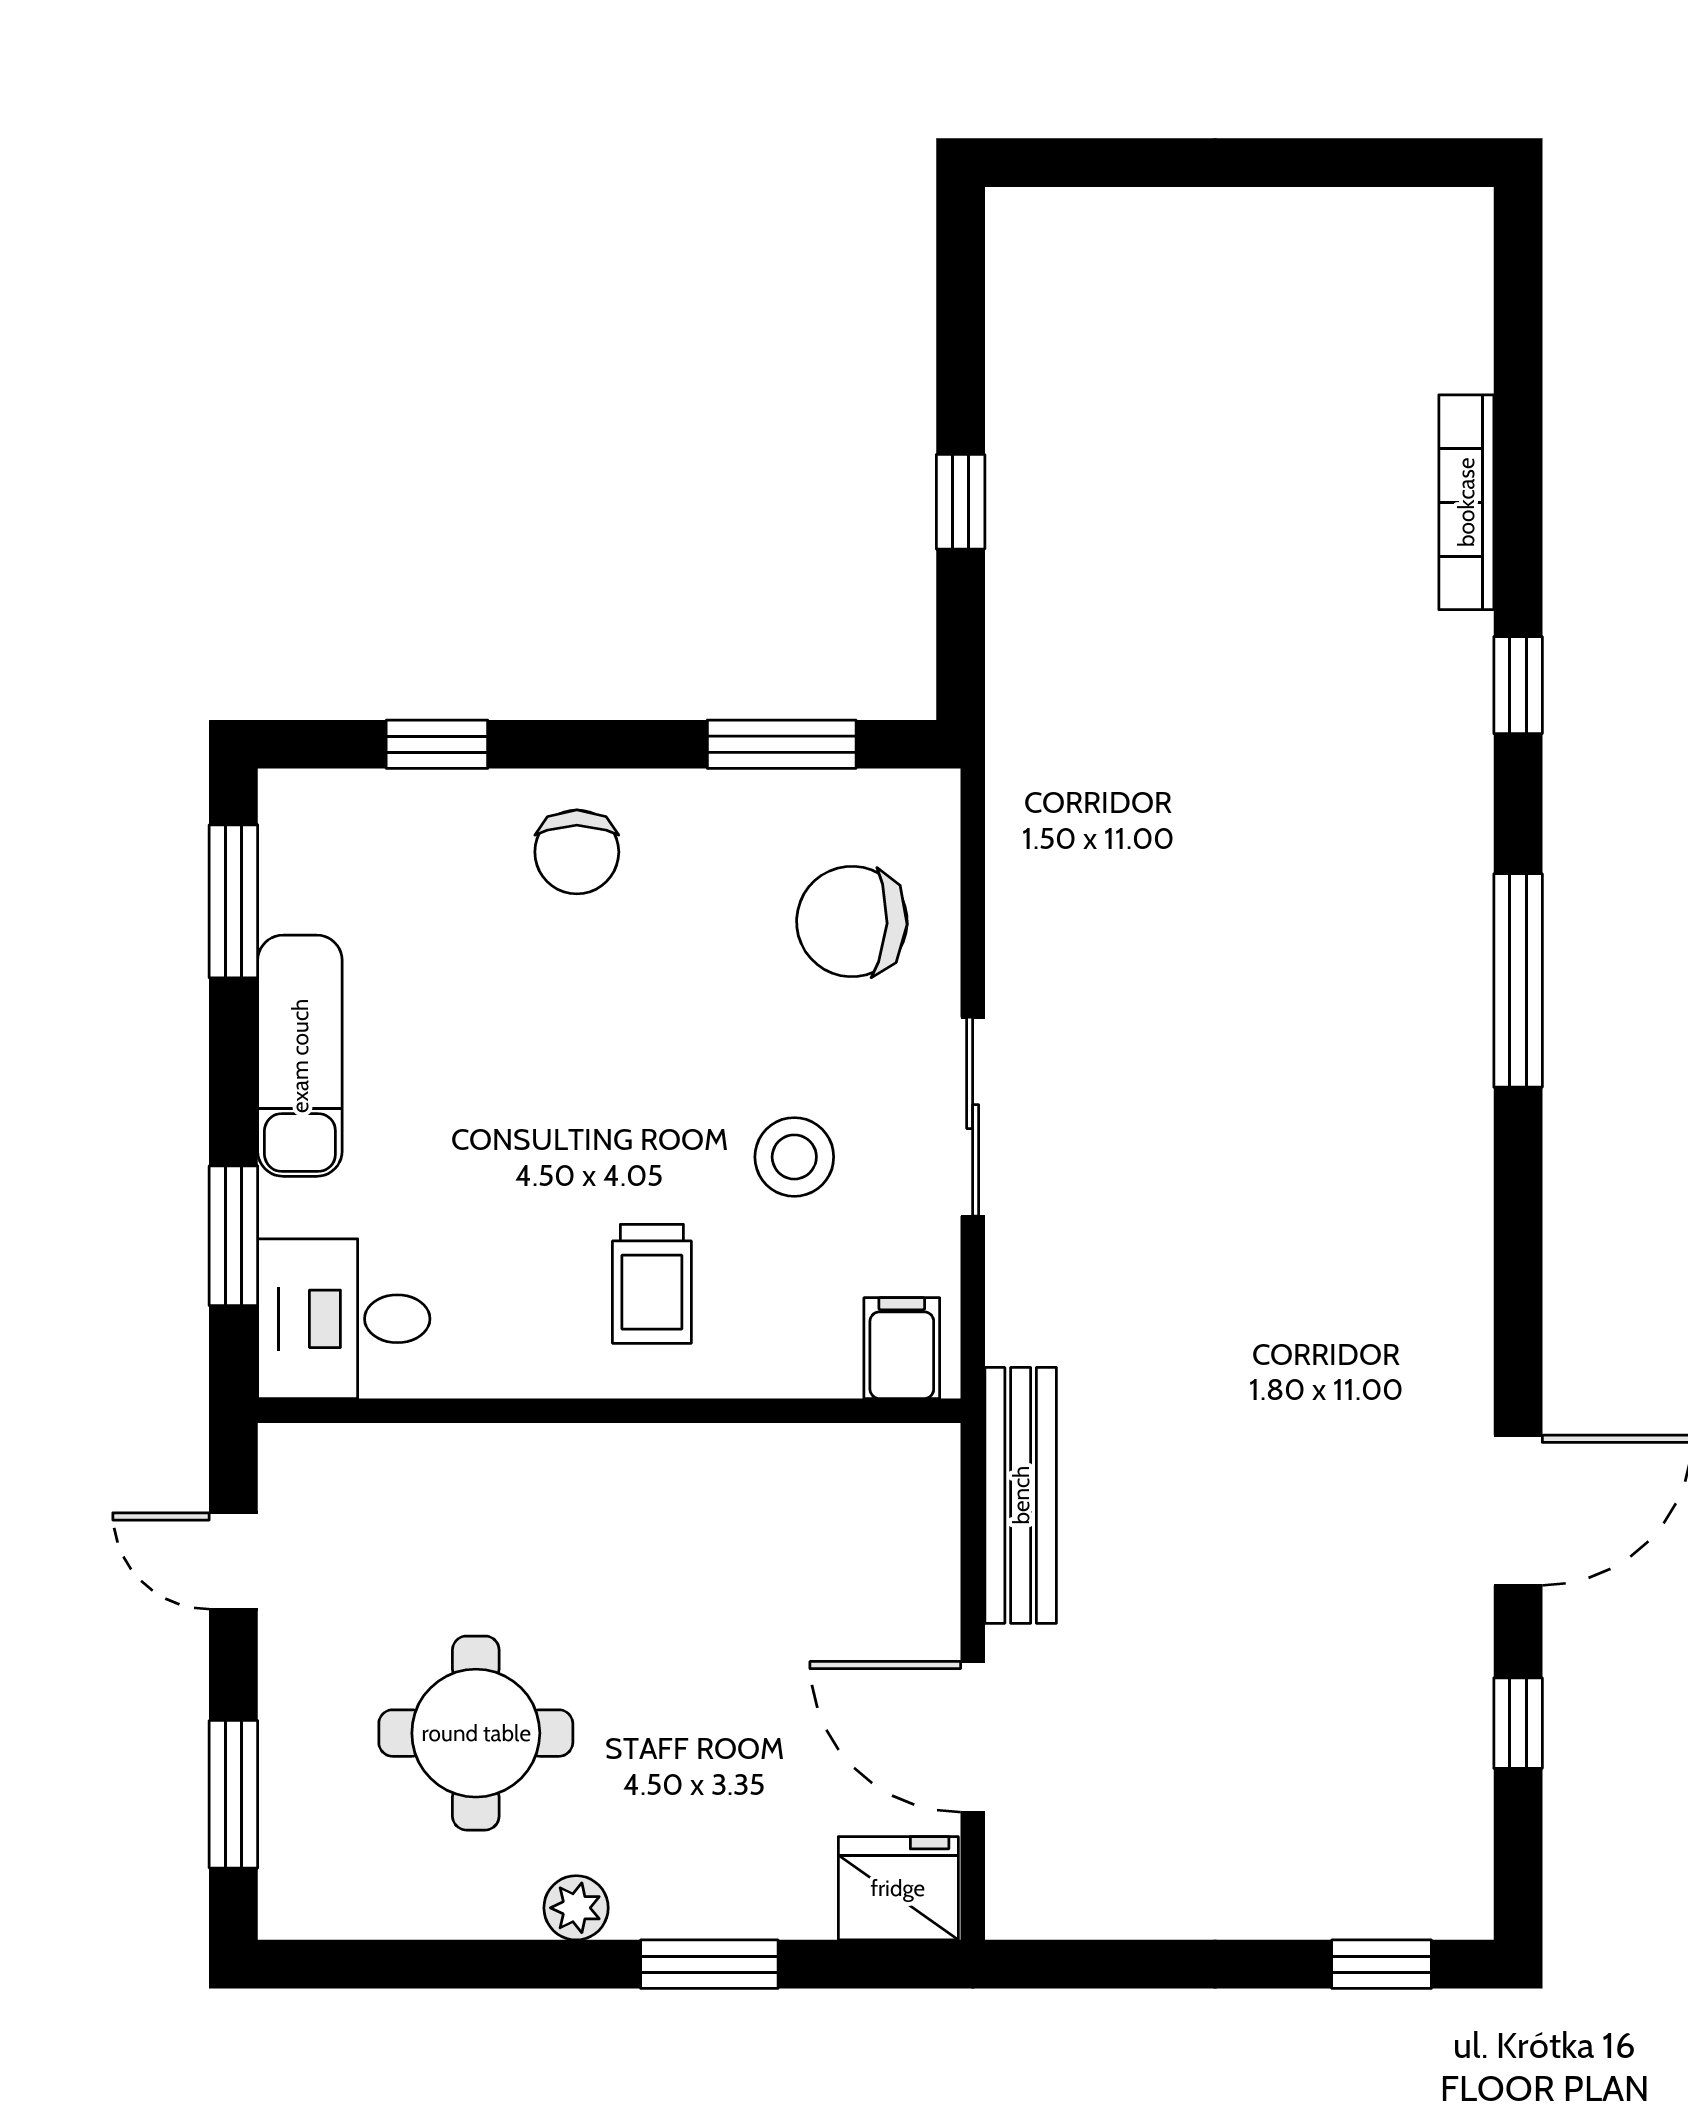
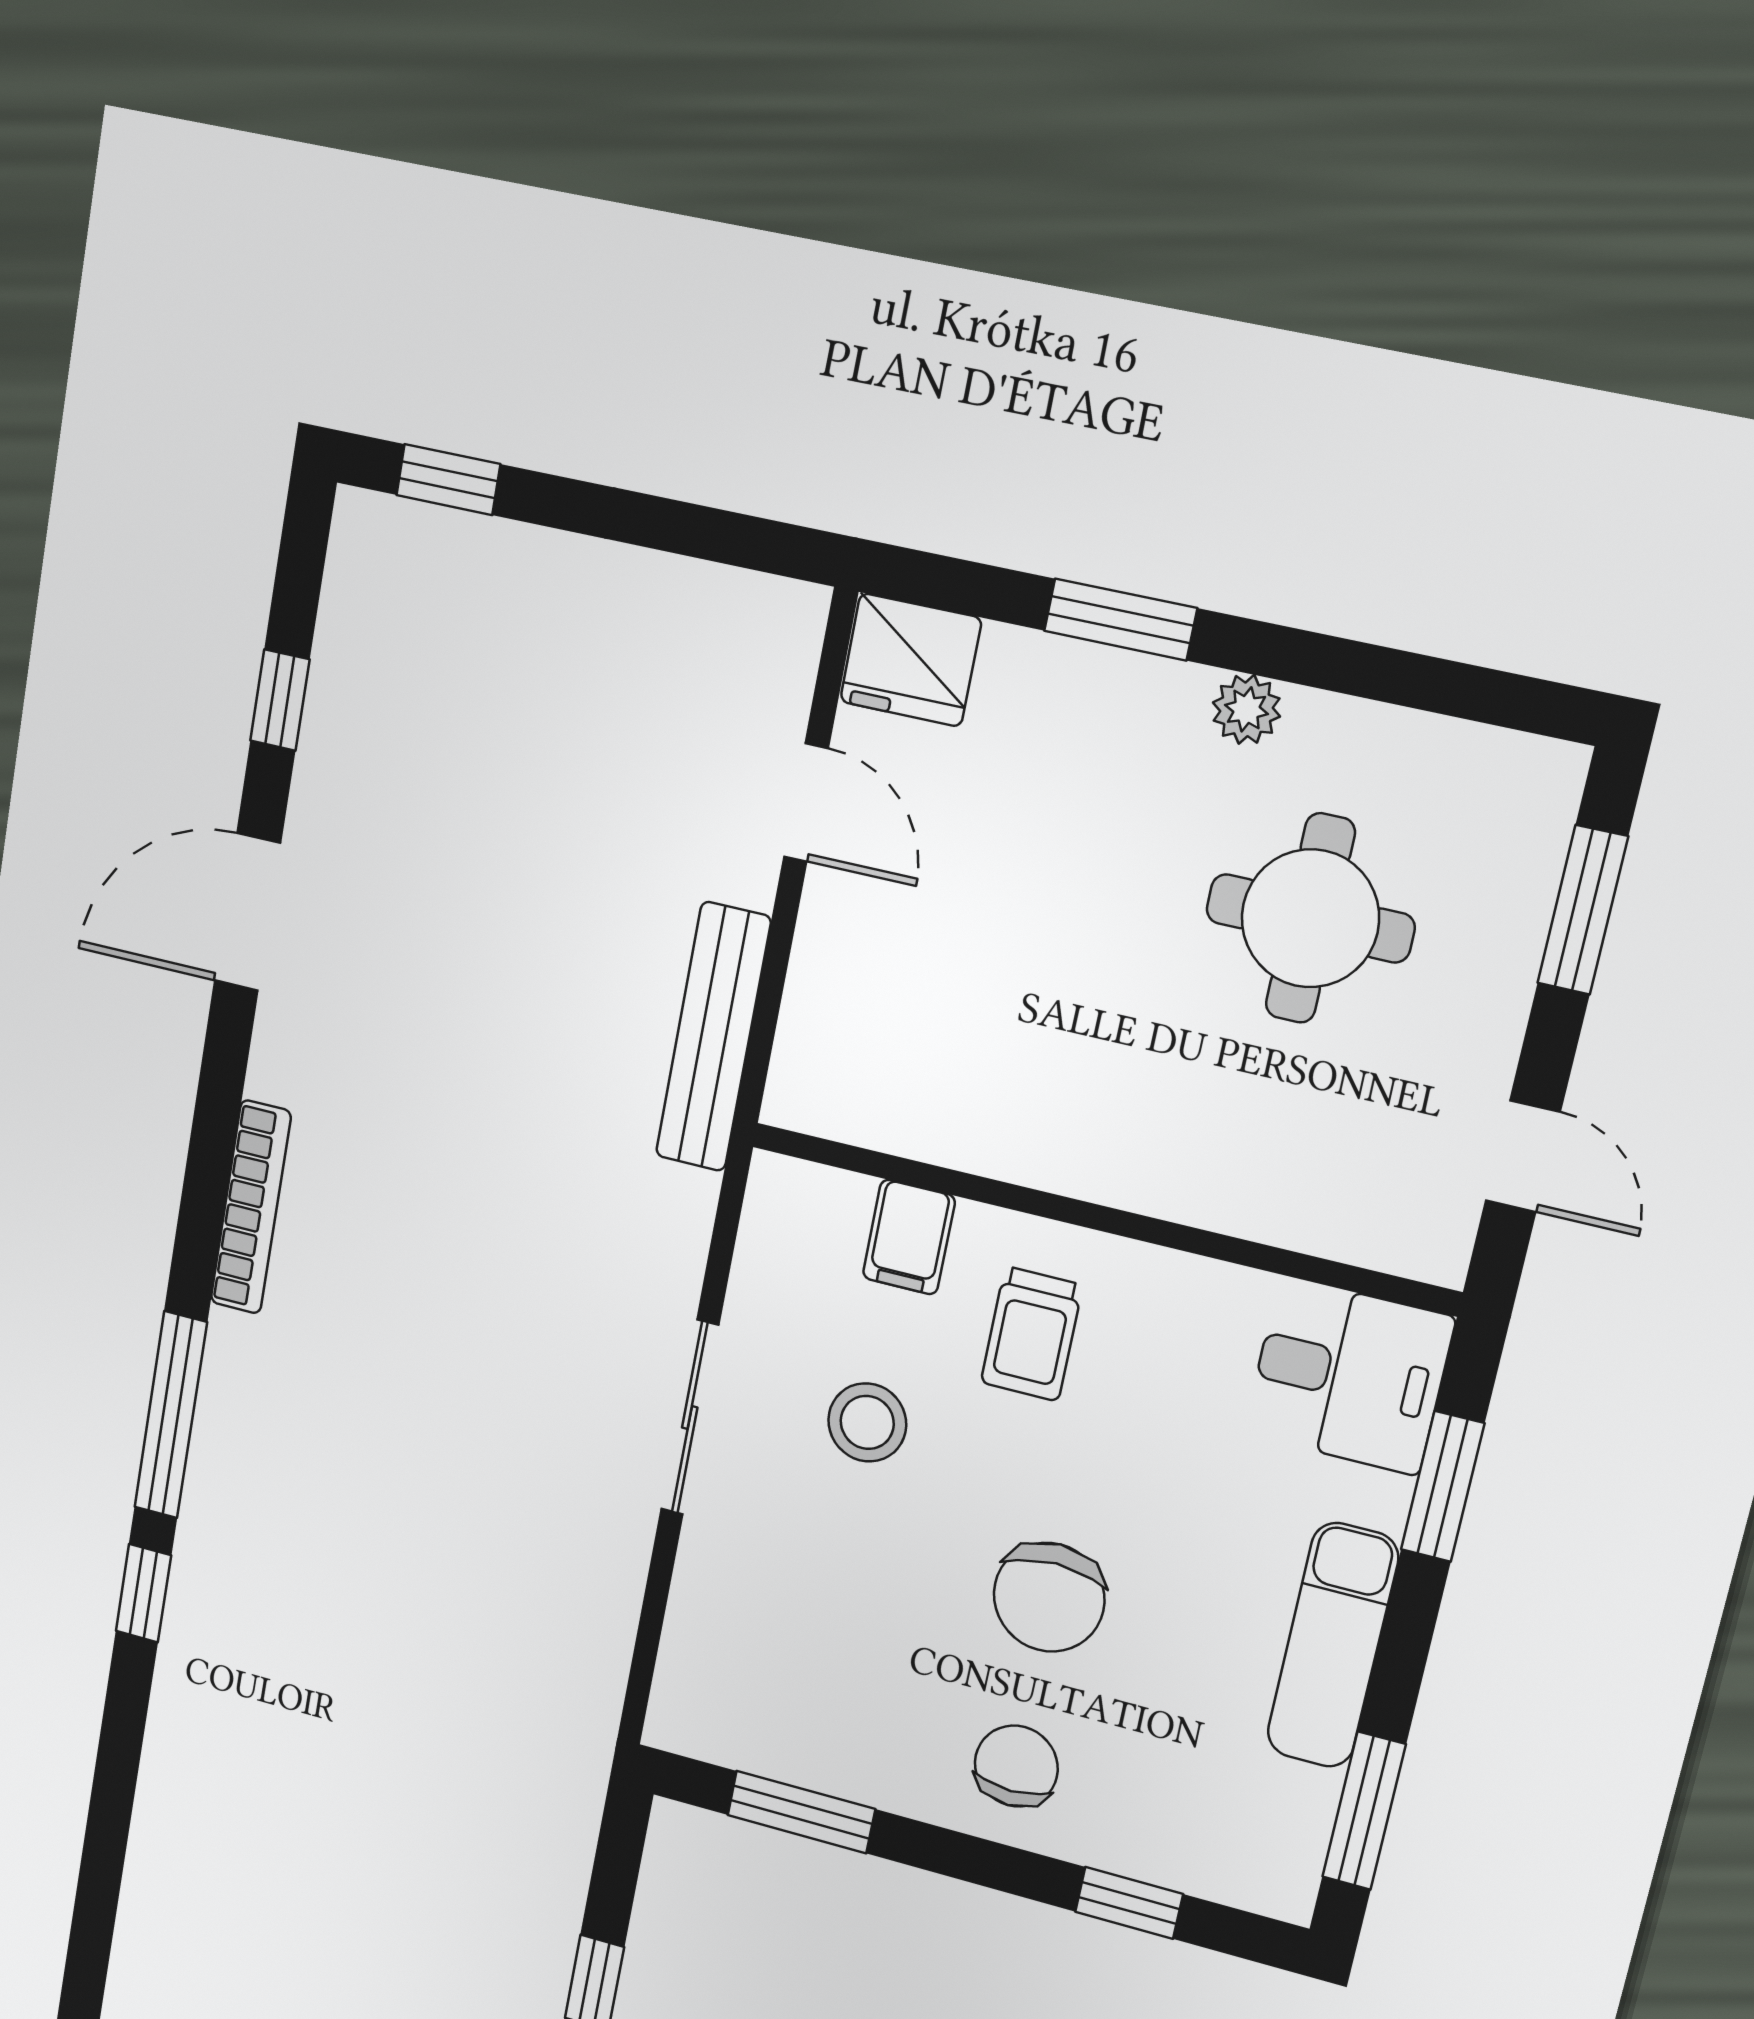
bookcase: (1466, 502) -> (251, 1207), moved
window: (1518, 685) -> (143, 1593), moved
chair: (852, 922) -> (1049, 1597), moved, turned 87
trolley: (652, 1284) -> (1032, 1334), turned 180
filing cabinet: (902, 1348) -> (909, 1237), moved
door: (973, 1737) -> (806, 802), width x0.73

